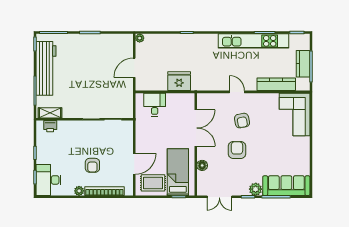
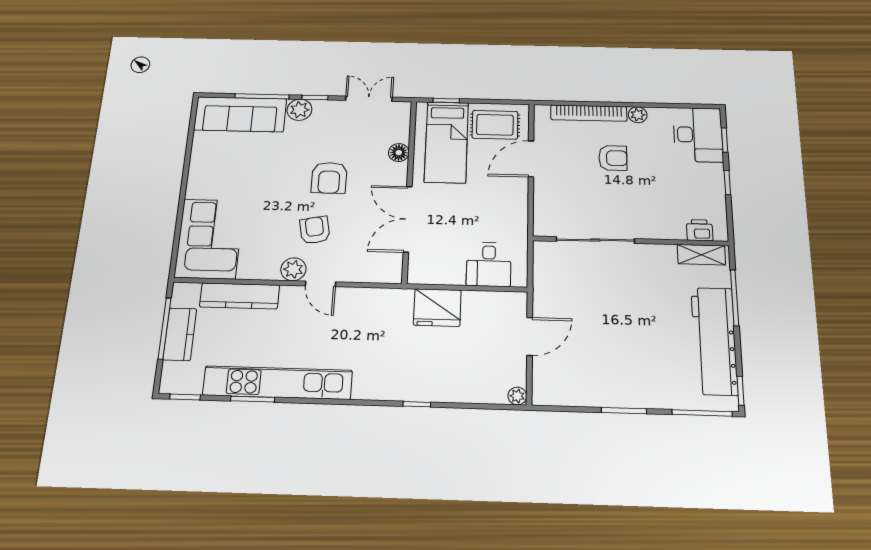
plant: (251, 99) -> (293, 269), added
armchair: (92, 165) -> (613, 158), turned 90

